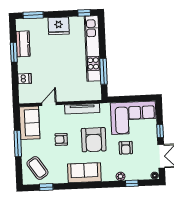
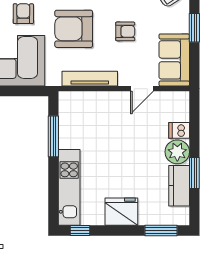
kitchen unit: (93, 48) -> (69, 187), width x0.73
plant: (25, 65) -> (177, 152), added
armchair: (94, 140) -> (74, 29), turned -90
window: (18, 144) -> (194, 28), width x0.69

